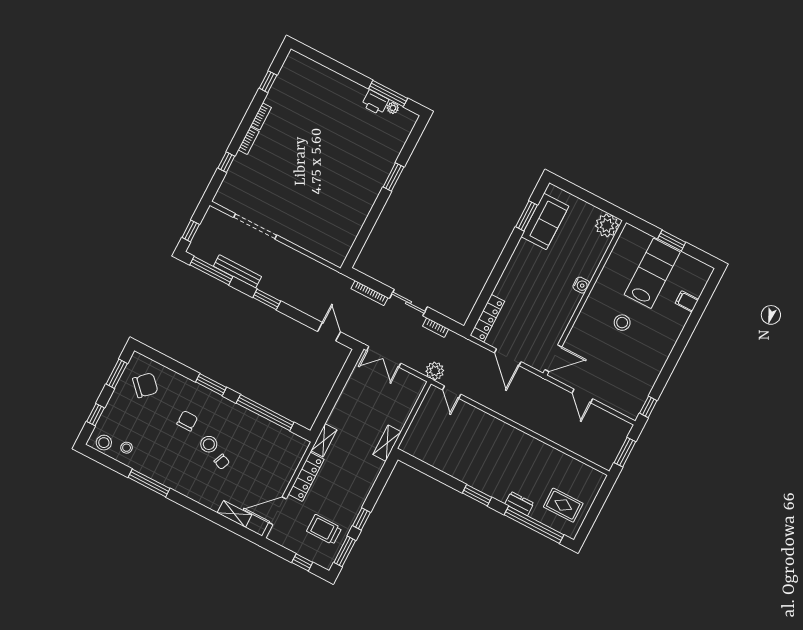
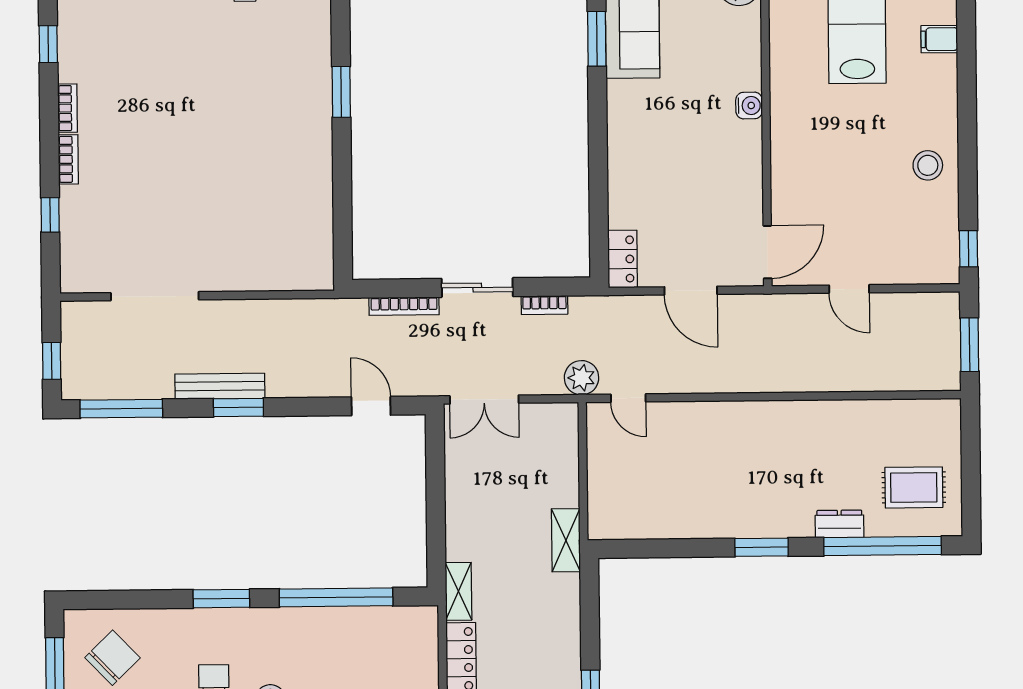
bench: (237, 271) -> (220, 386), moved
locker: (487, 318) -> (623, 259), width x0.66
stool: (622, 323) -> (928, 165), moved

